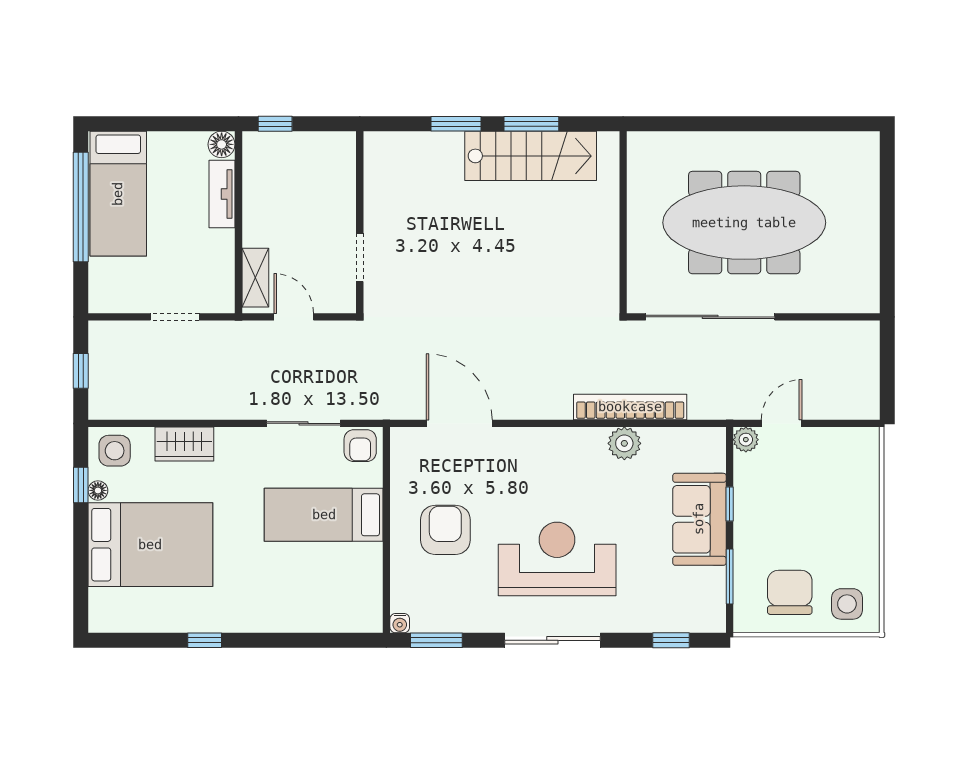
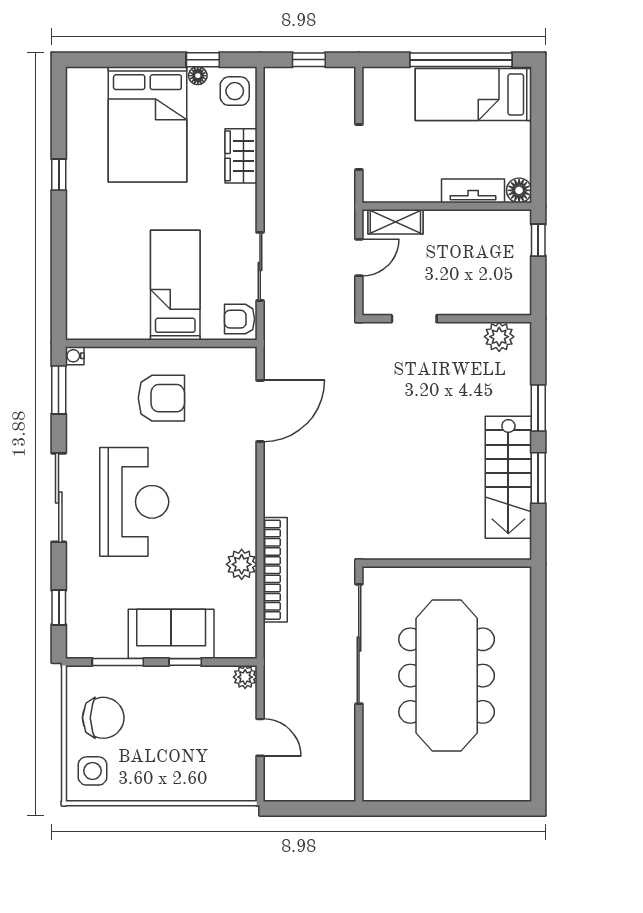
plant: (379, 166) -> (499, 337), added
door: (782, 423) -> (260, 737), moved

